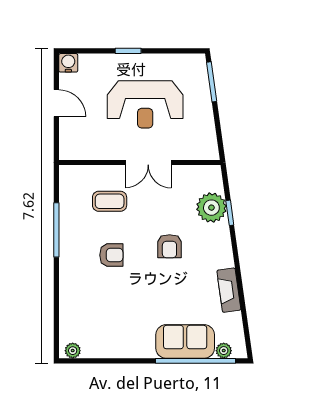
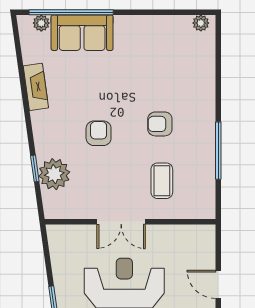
double door: (148, 162) -> (121, 222), swing flipped
coffee table: (110, 201) -> (162, 181), turned 90

